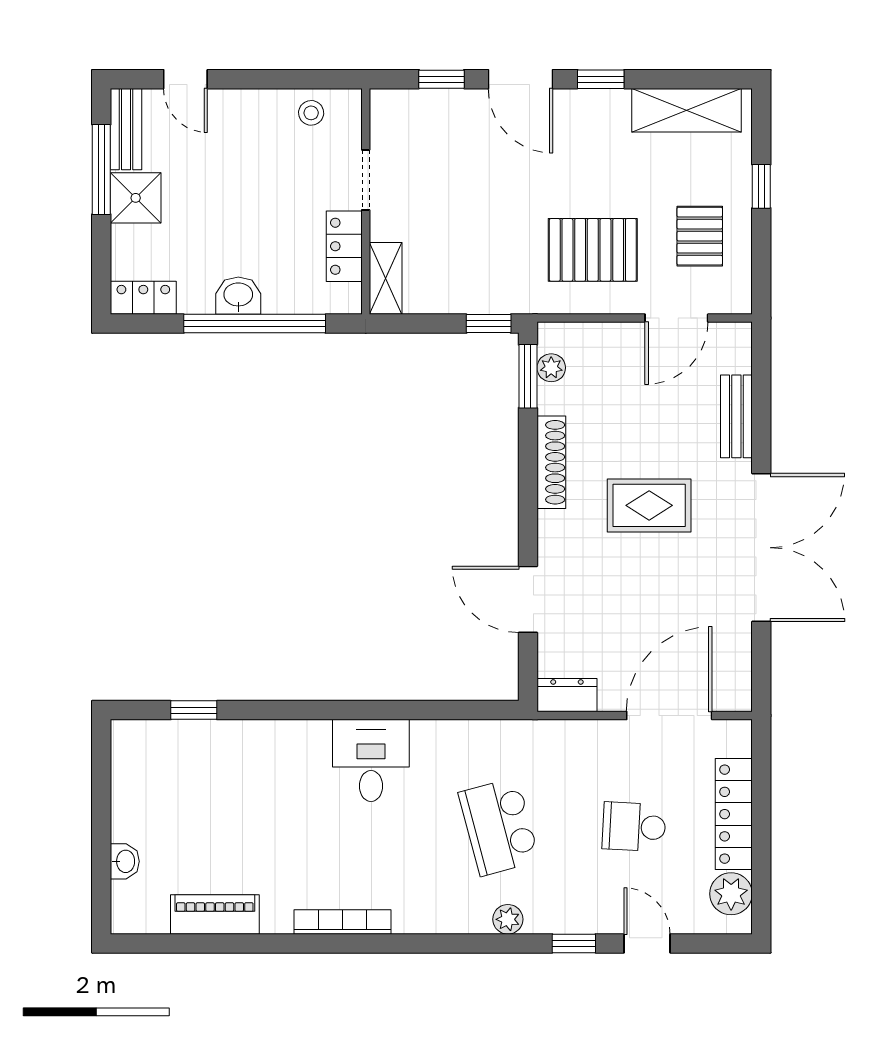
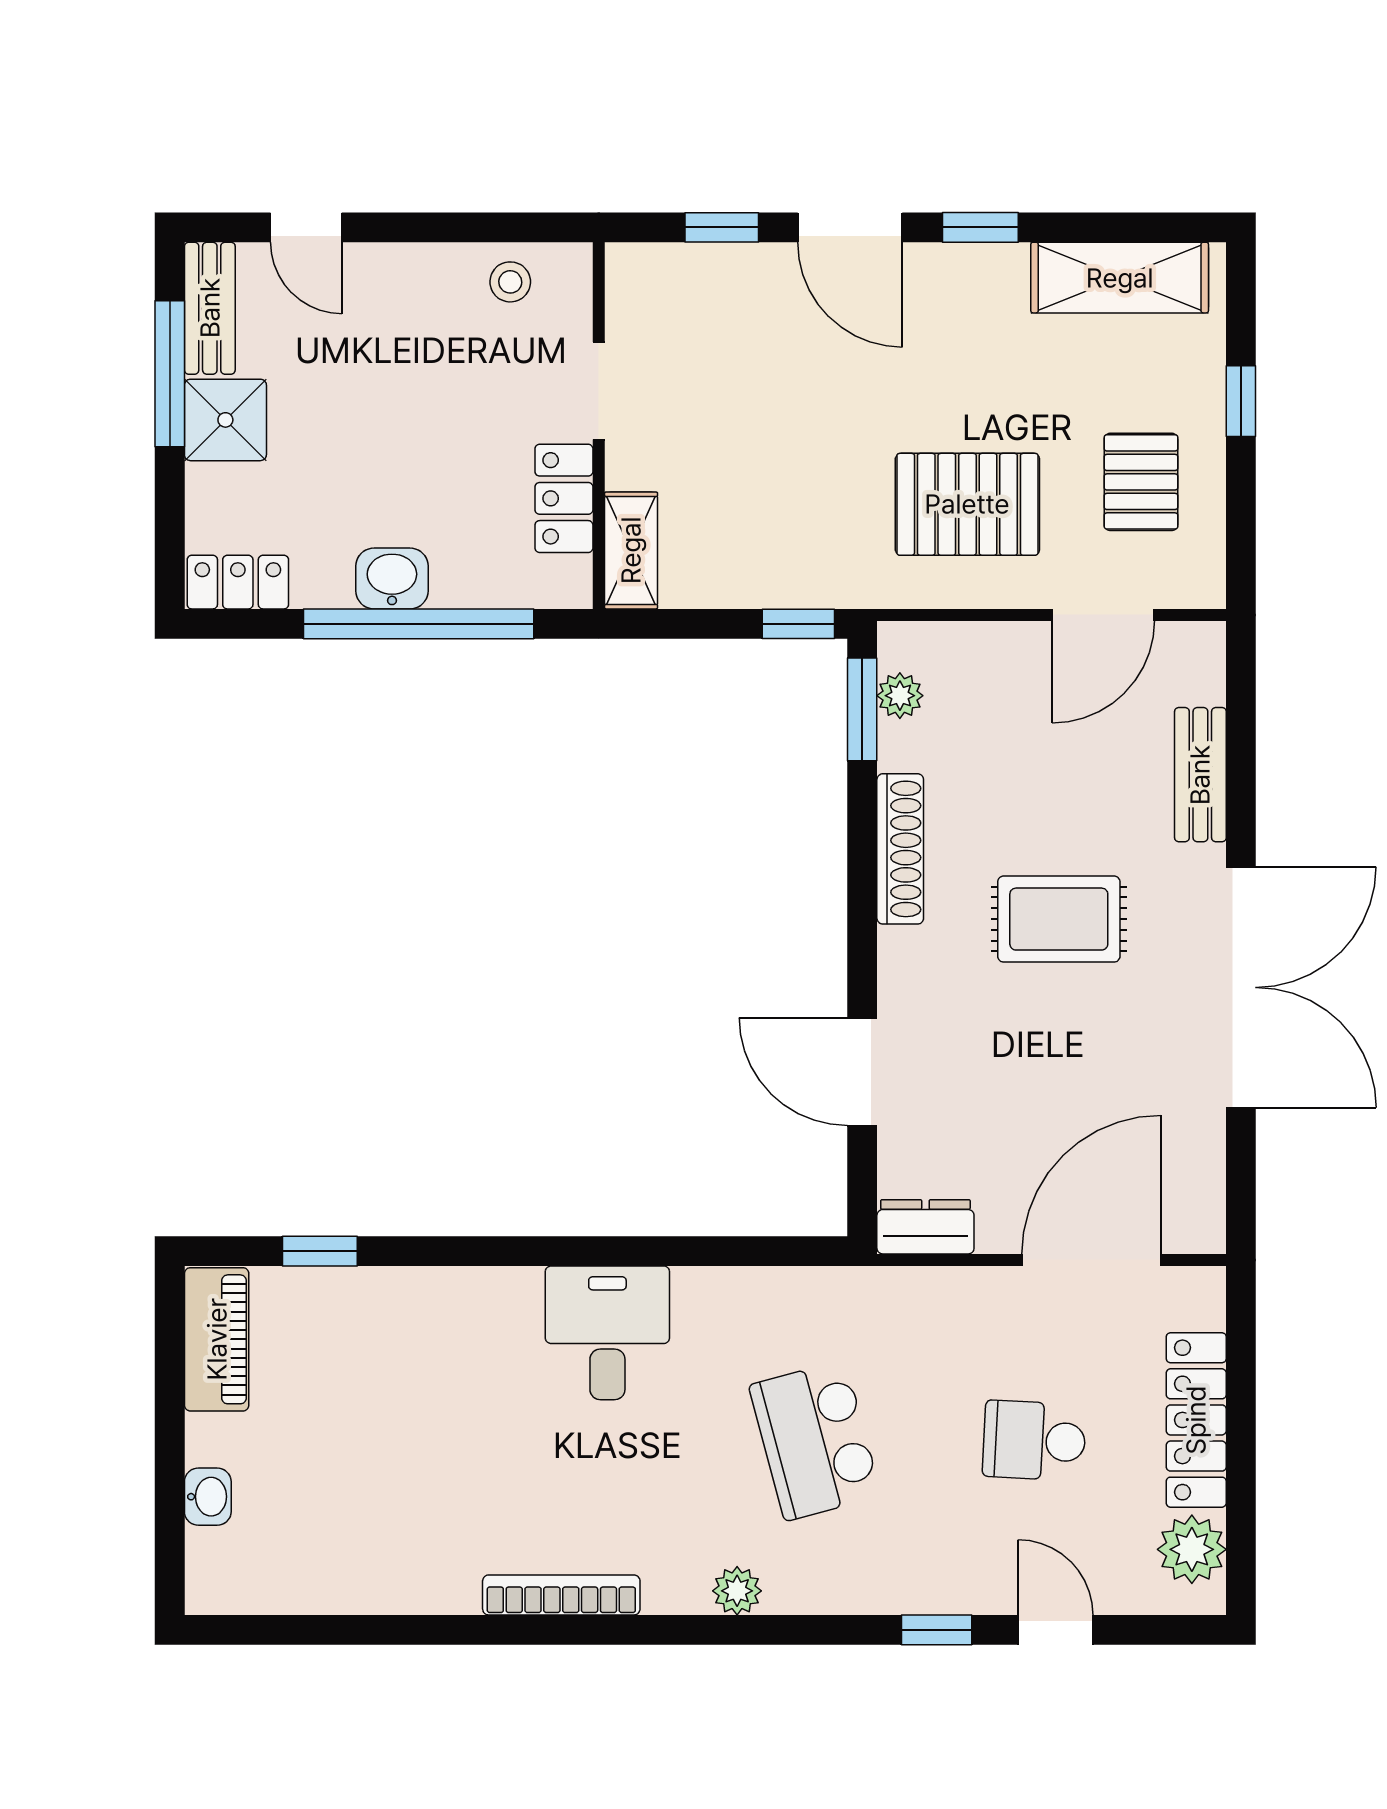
piano: (215, 915) -> (217, 1339), moved, turned 90
plant: (508, 919) -> (737, 1591), moved

